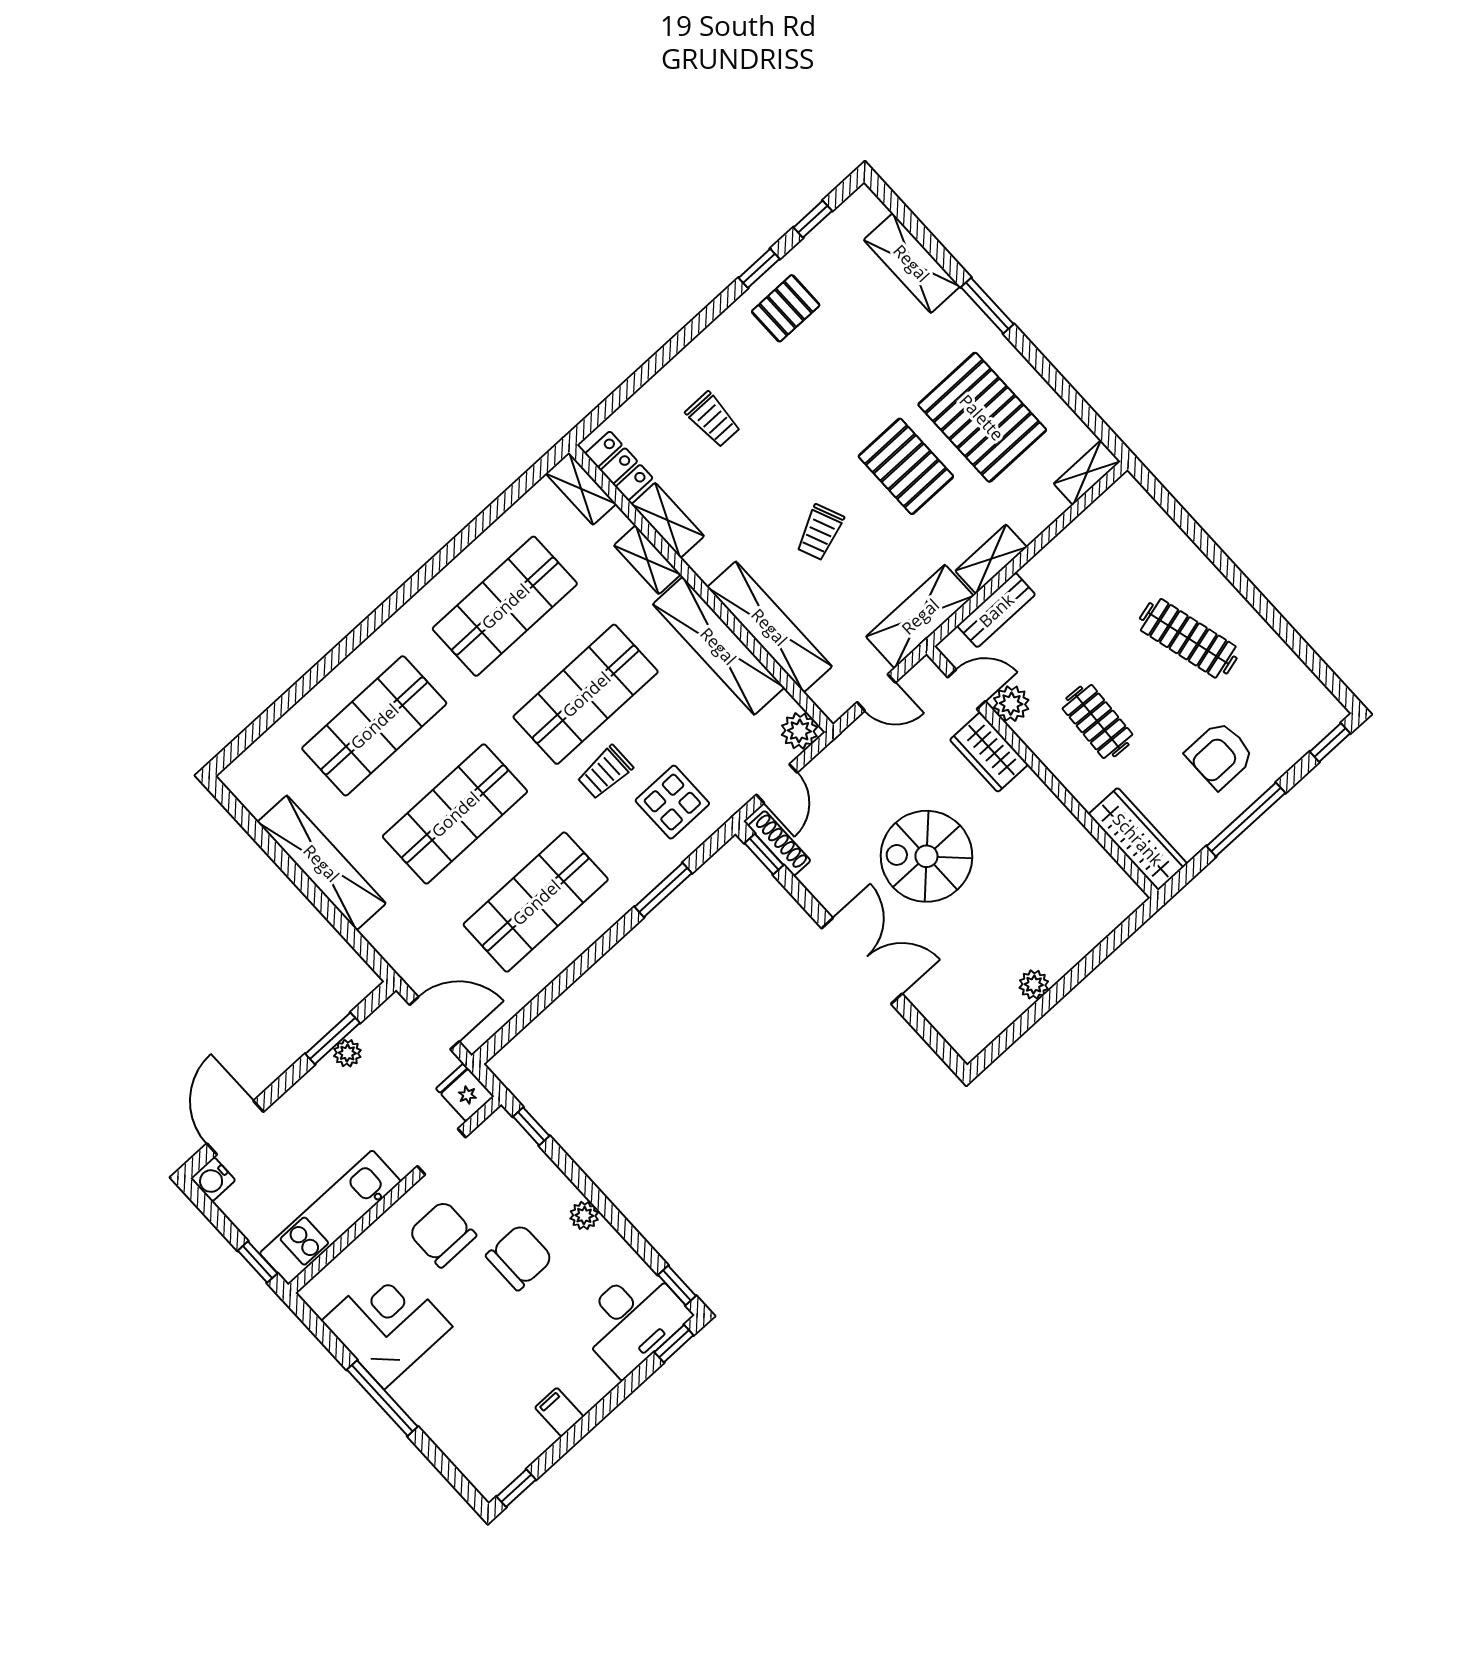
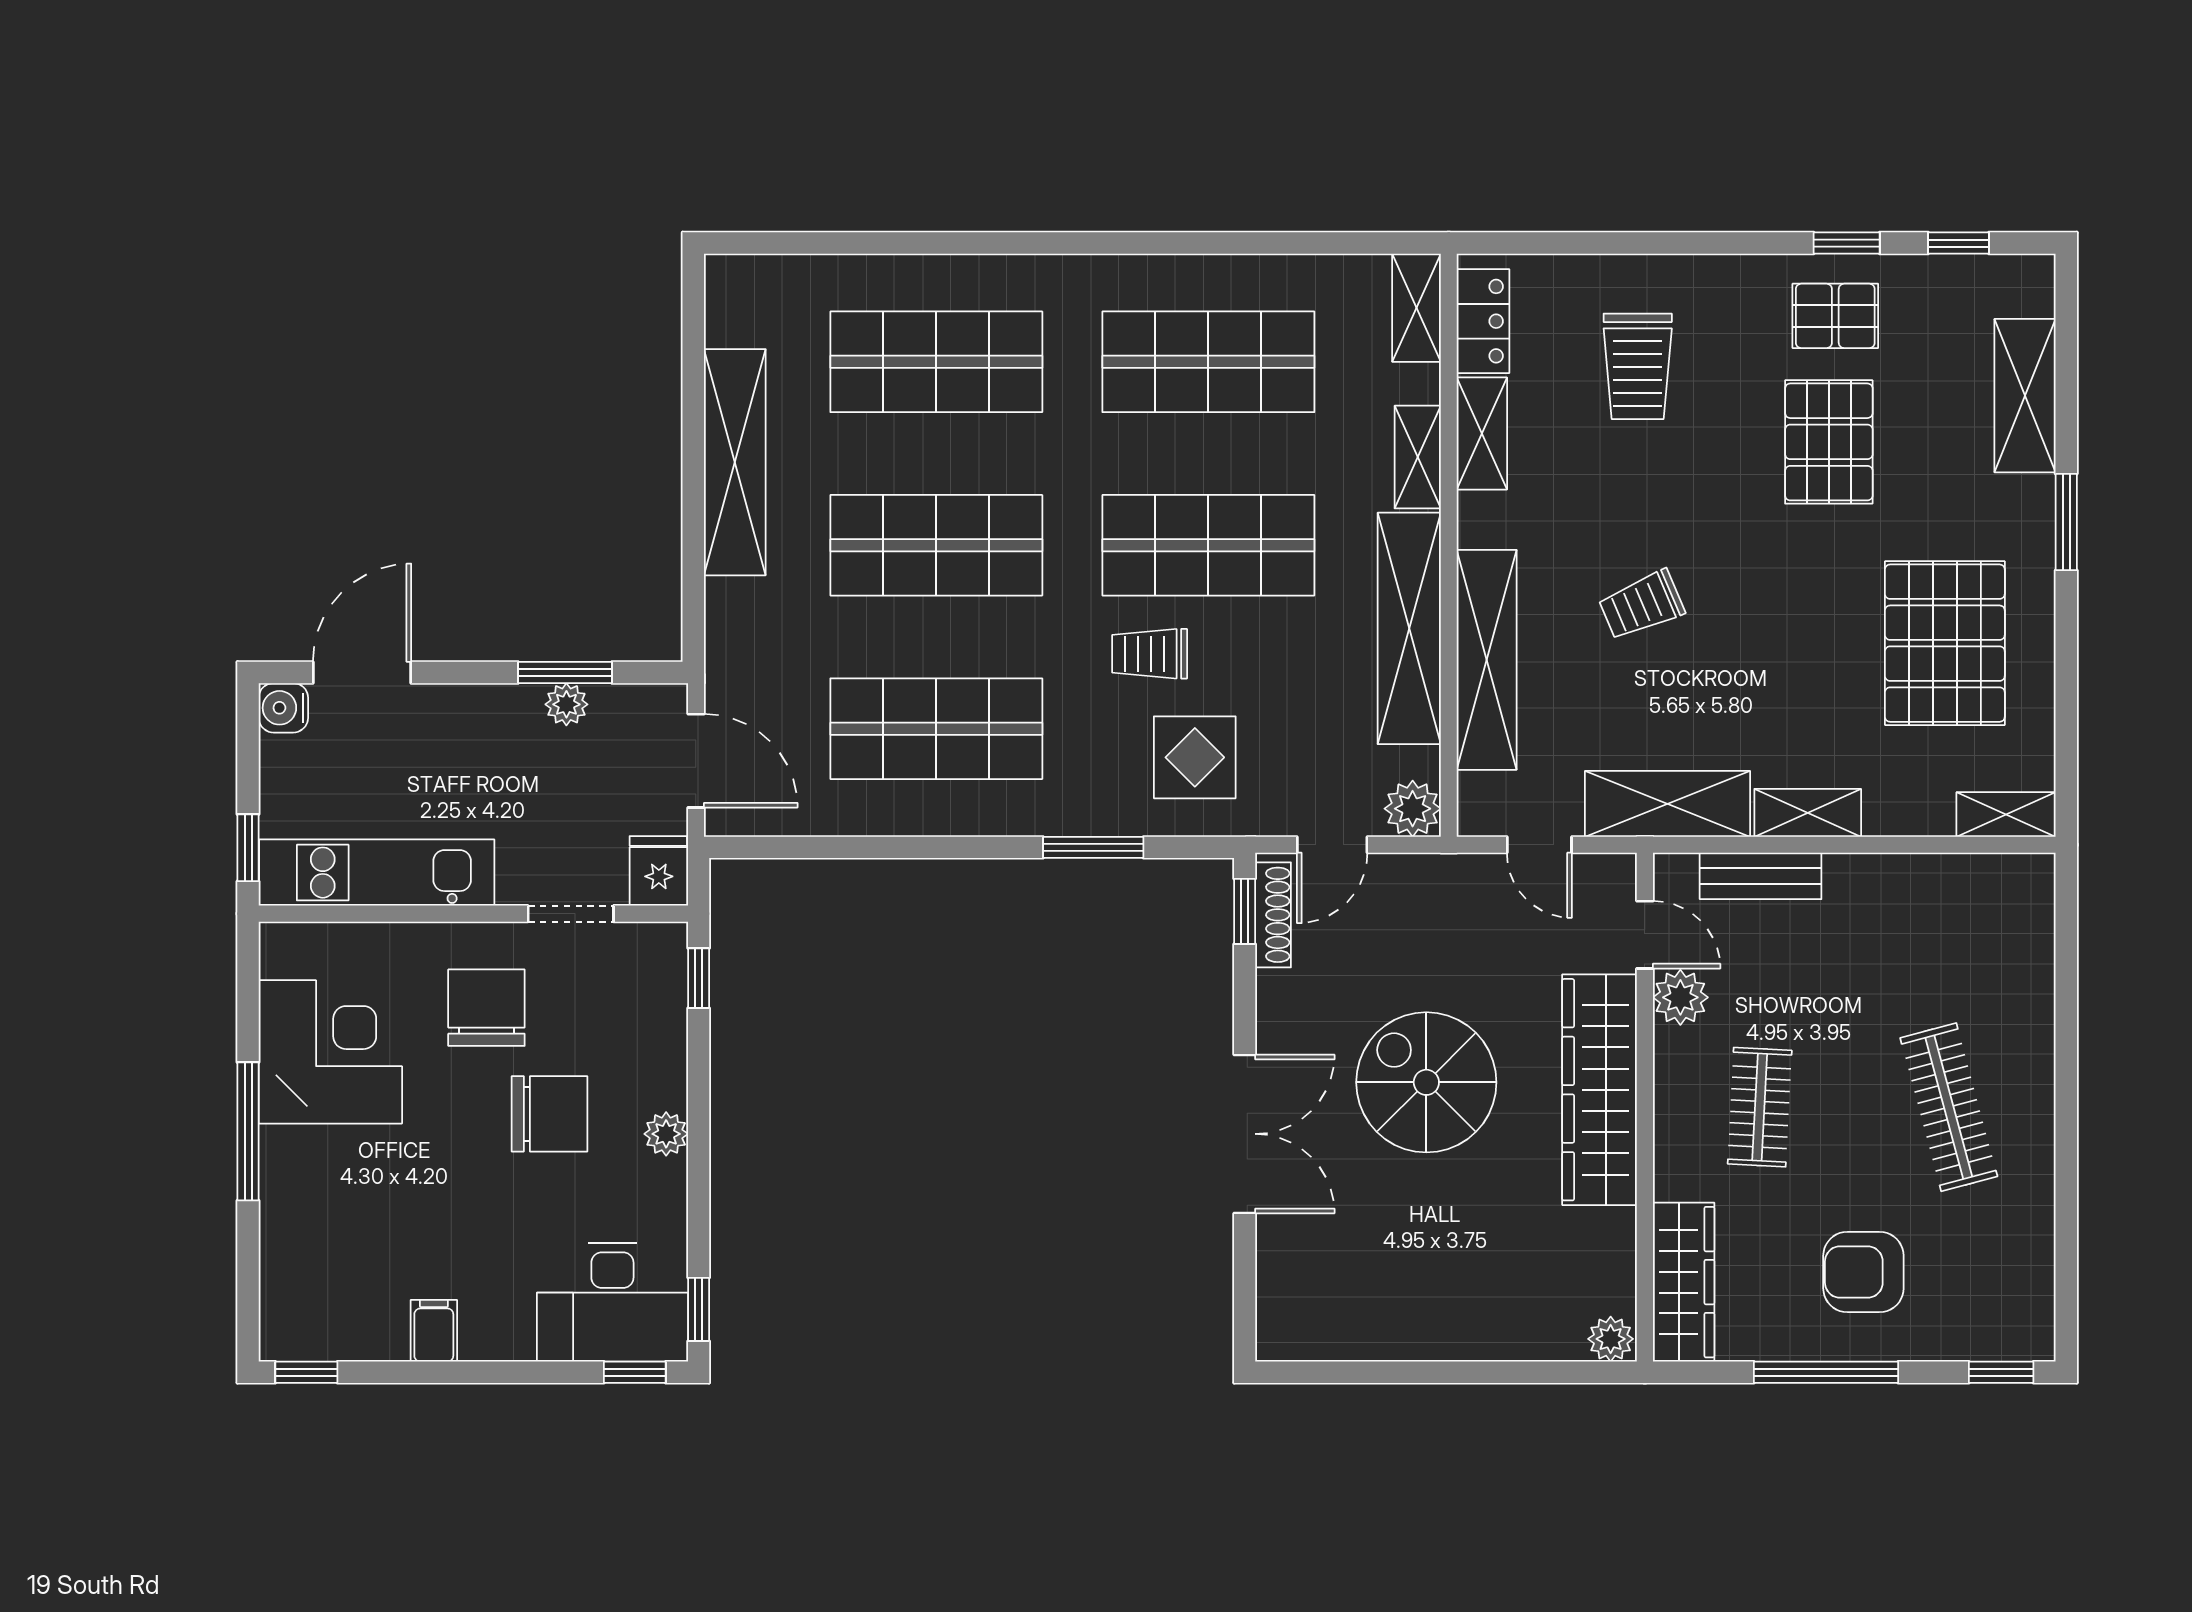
trolley: (713, 420) -> (1638, 366), width x1.36, depth x1.39
pallet: (906, 466) -> (1829, 442), moved
wardrobe: (989, 752) -> (1600, 1090), width x2.10, depth x1.17
plant: (1034, 985) -> (1611, 1339), moved

